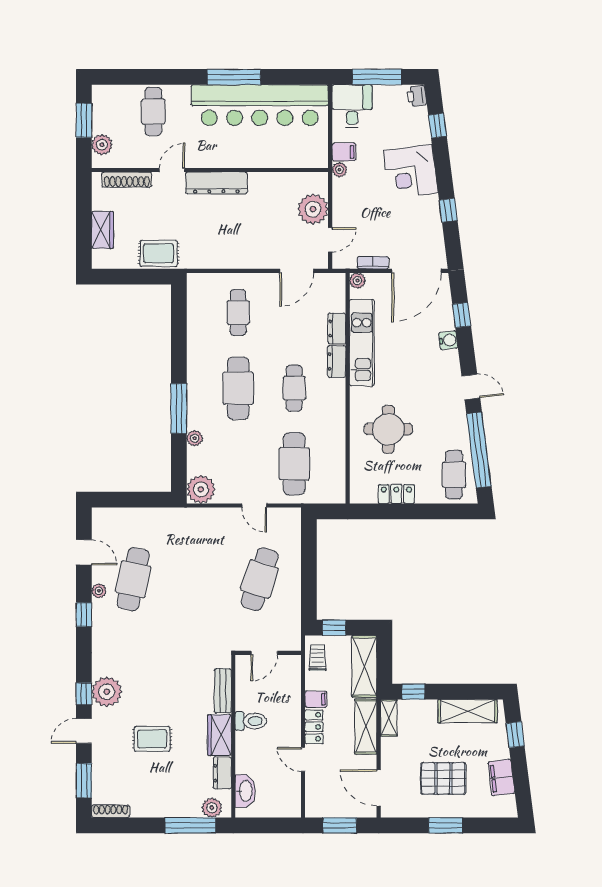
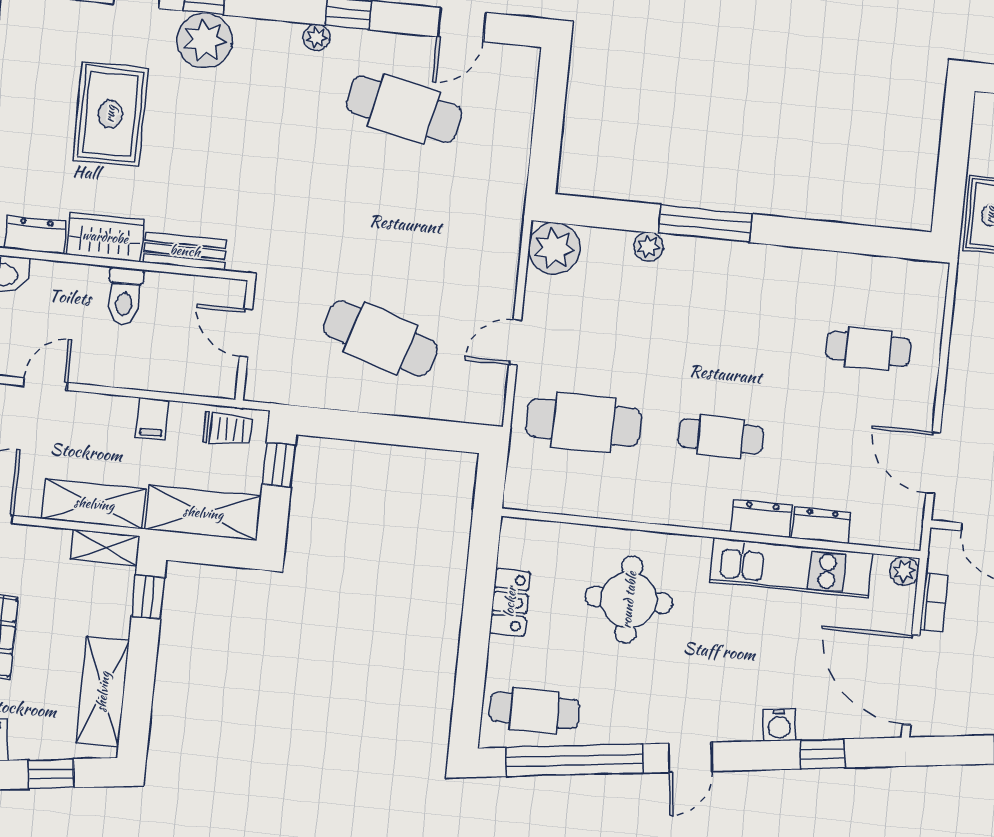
cafe table: (238, 388) -> (731, 335), removed
plant: (99, 591) -> (317, 37), moved
locker: (314, 727) -> (102, 410), removed
rug: (152, 739) -> (110, 114), width x1.36, depth x1.43

